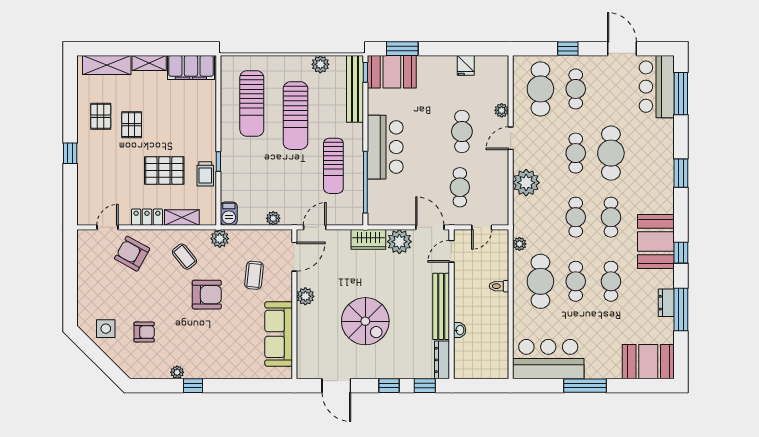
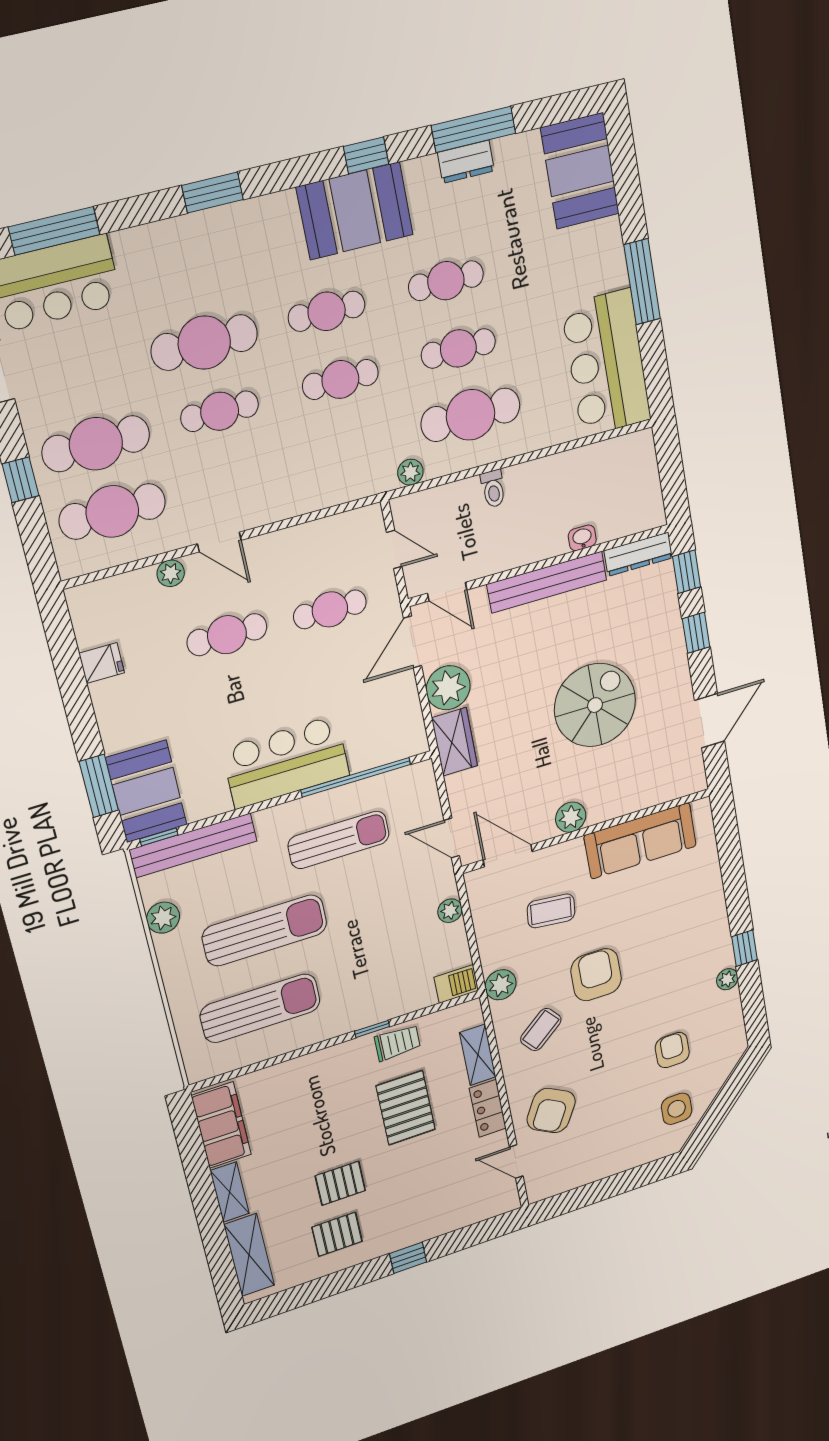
cafe table: (576, 89) -> (96, 444), width x1.37, depth x1.35
plant: (526, 183) -> (296, 490), removed

